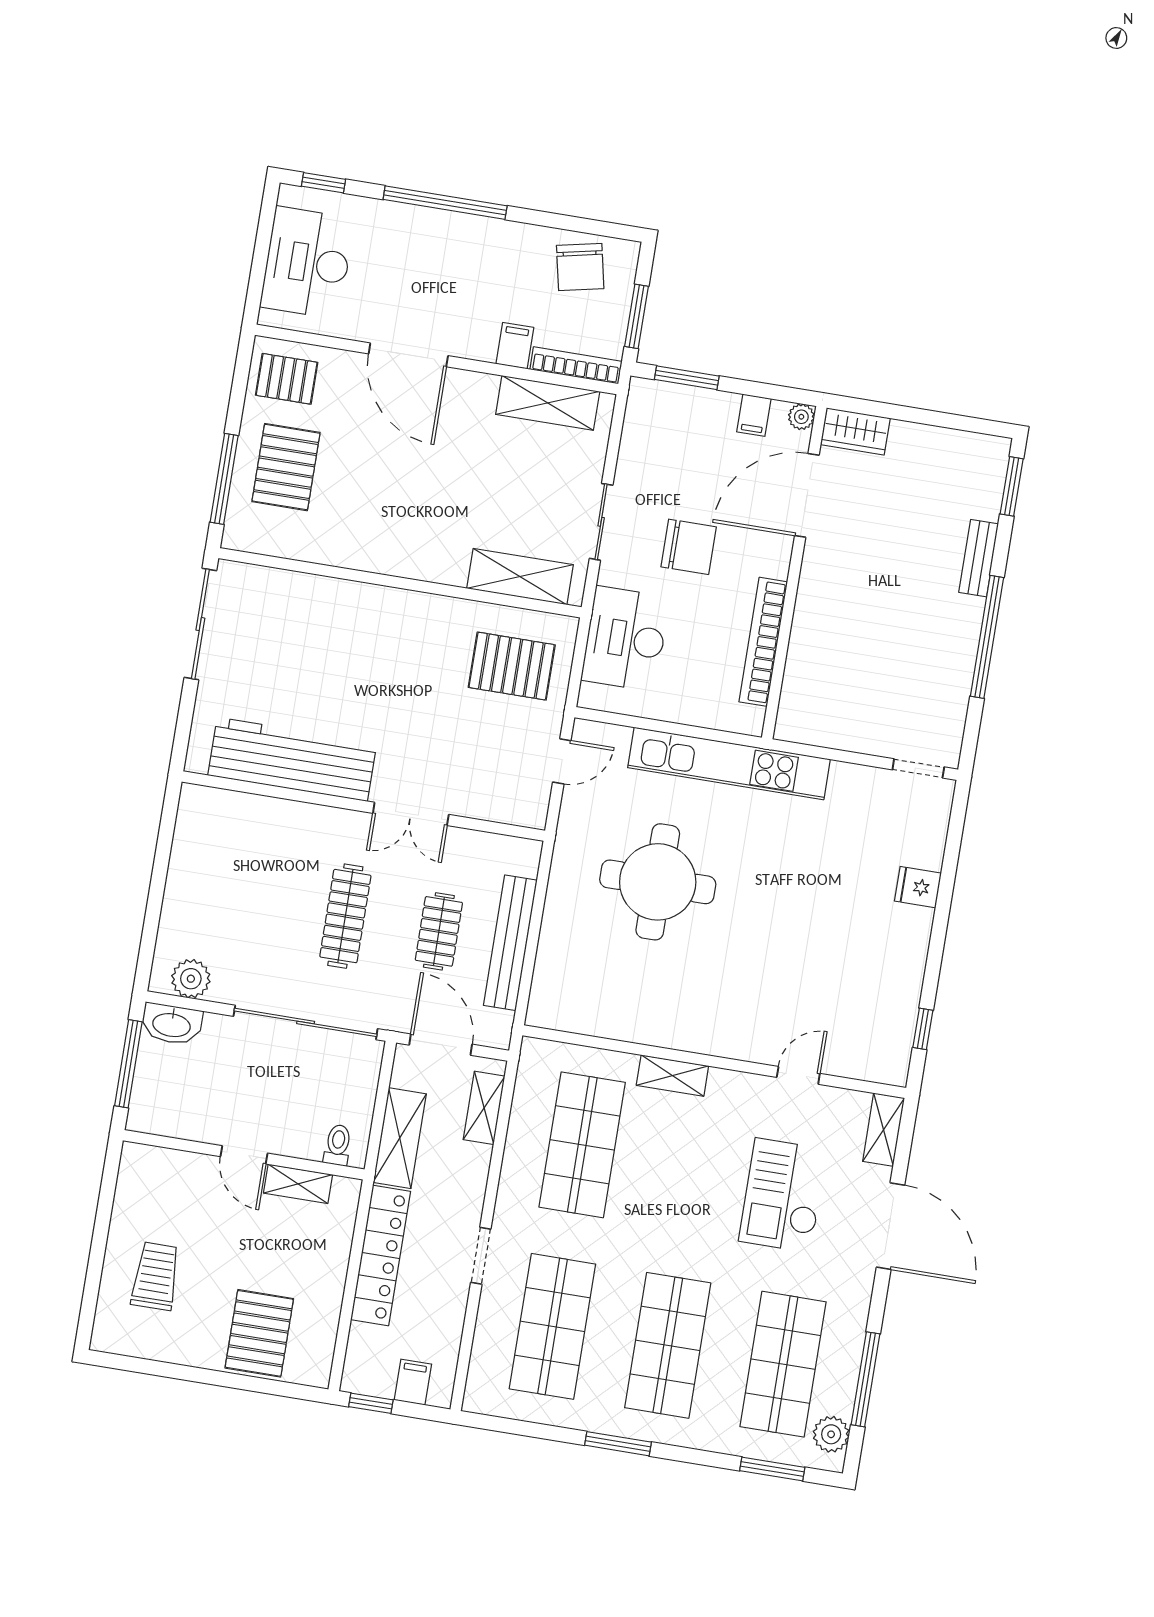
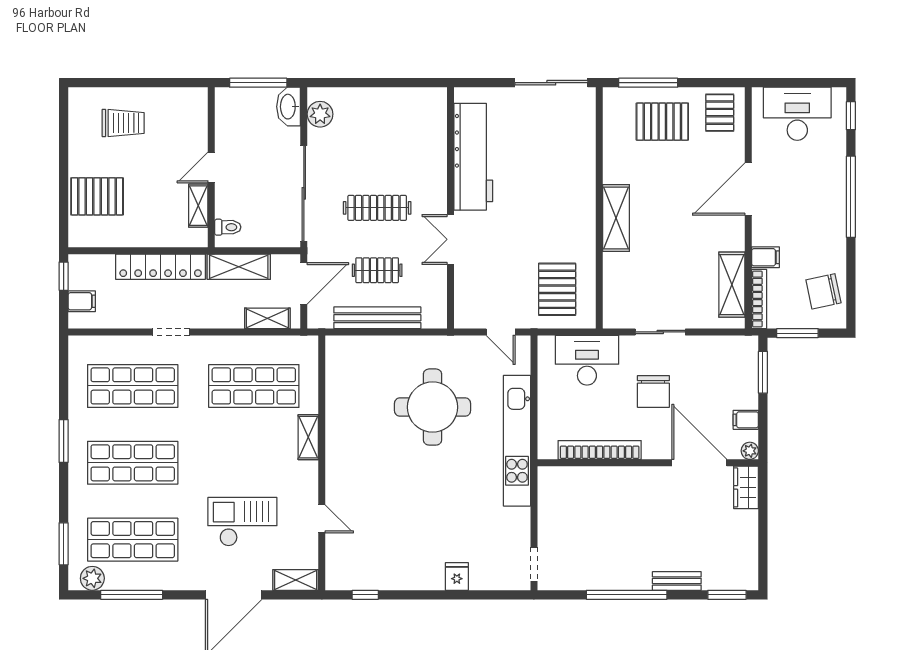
shelving: (520, 577) -> (616, 218), moved

